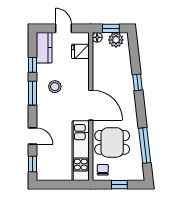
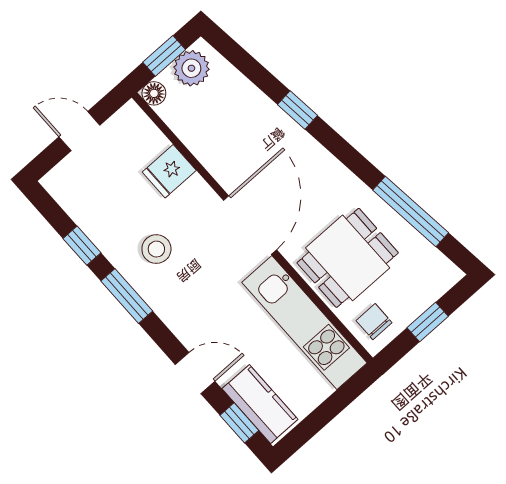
kitchen counter: (44, 48) -> (260, 404), moved
fridge: (80, 51) -> (169, 171), moved
door: (91, 105) -> (250, 225), hinge flipped

